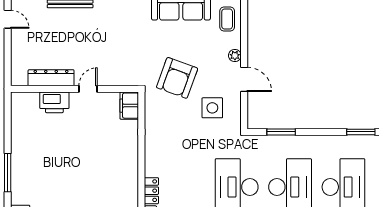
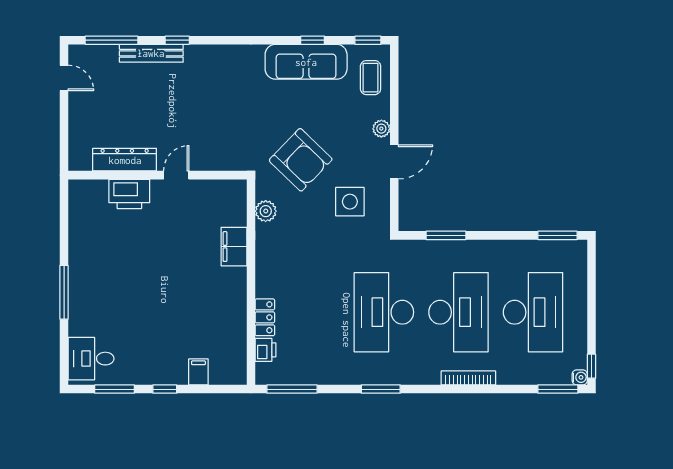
armchair: (177, 78) -> (301, 160), turned -66
door: (244, 79) -> (394, 162), hinge flipped
filing cabinet: (129, 106) -> (234, 247), moved
plant: (152, 115) -> (266, 211), added

